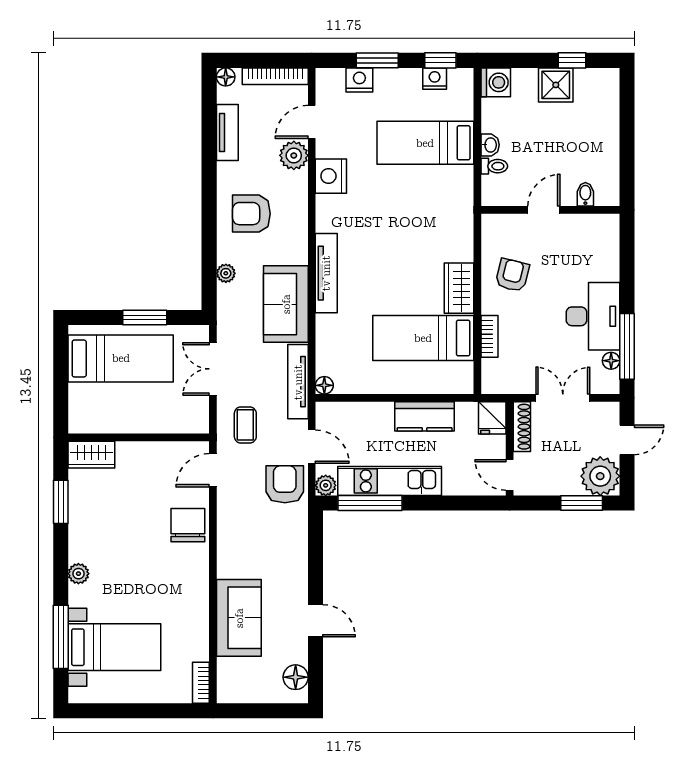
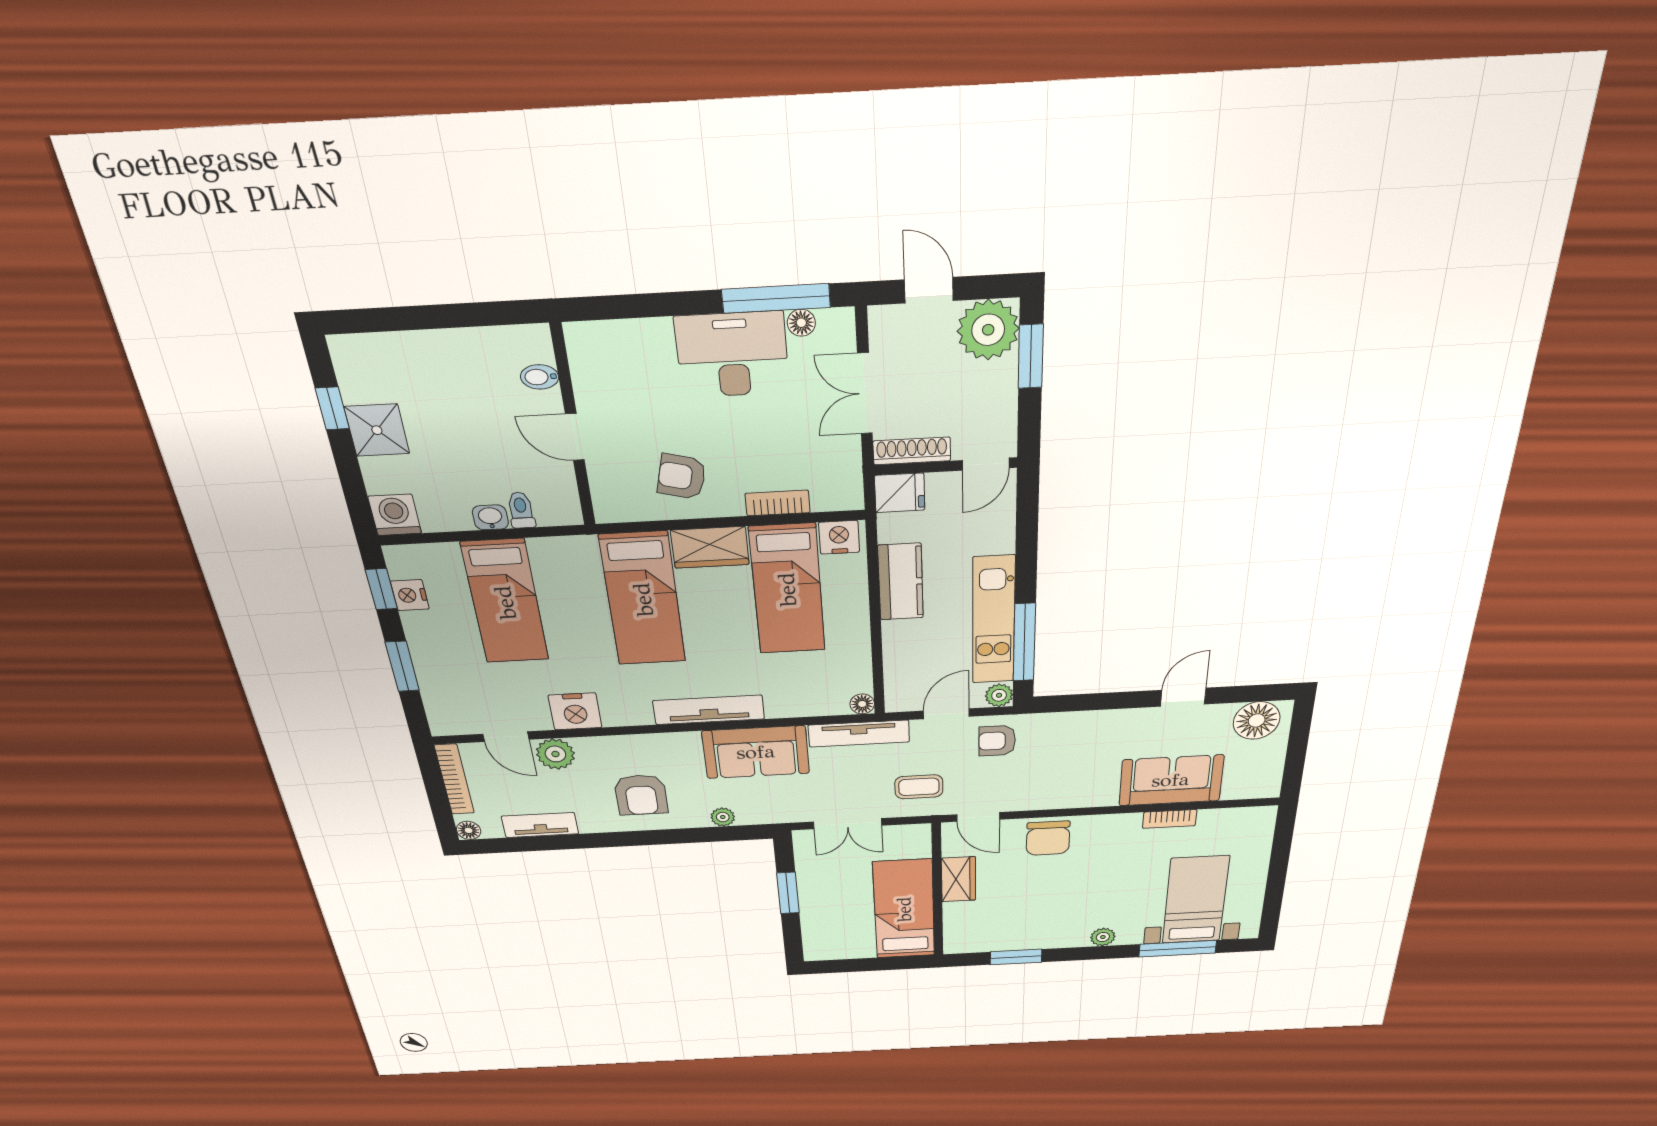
nightstand: (359, 80) -> (839, 537), moved, turned 90
bed: (422, 238) -> (643, 599), added
bed: (121, 358) -> (904, 909), moved
wardrobe: (91, 455) -> (959, 879), moved
armchair: (285, 484) -> (997, 741), width x0.72, depth x0.72
chair: (188, 525) -> (1048, 838), turned -90
floor lamp: (296, 677) -> (1257, 720), width x1.38, depth x1.38
bookcase: (201, 683) -> (1170, 819), moved

